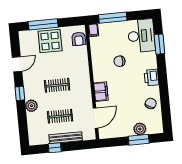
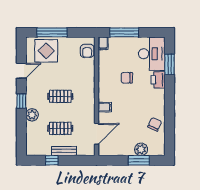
display table: (50, 41) -> (46, 51), moved
printer: (152, 77) -> (158, 80), moved
filing cabinet: (101, 92) -> (105, 107), width x0.50
bench: (66, 138) -> (64, 151), width x0.73

